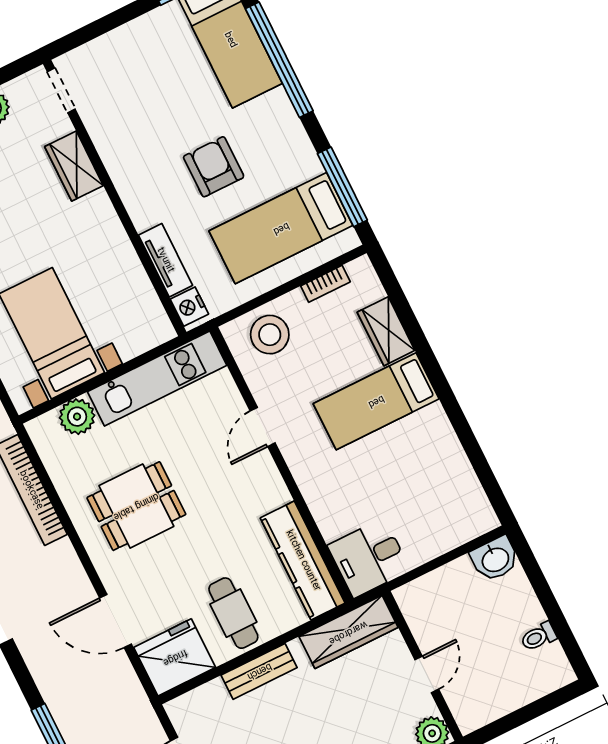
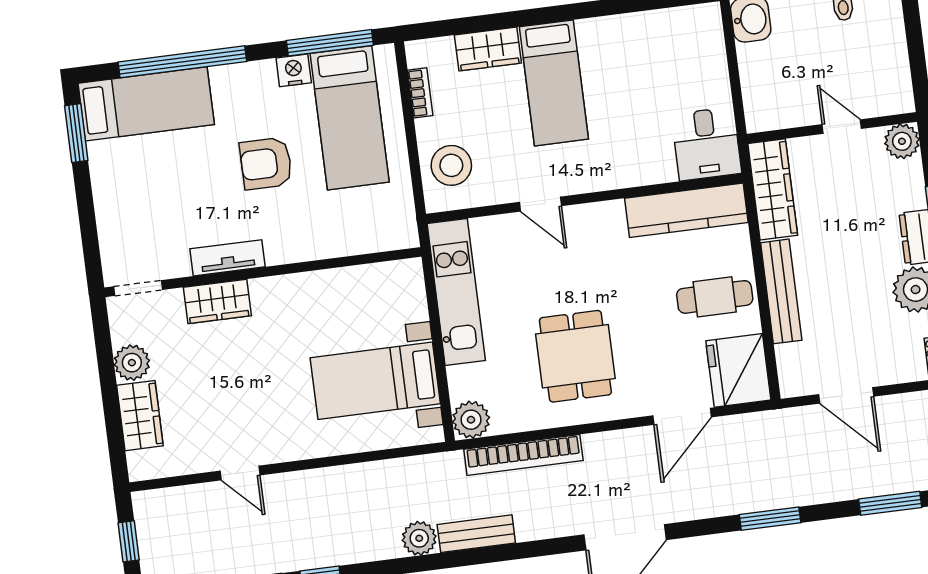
tv unit: (165, 260) -> (227, 258), moved
nightstand: (189, 307) -> (294, 70), moved, turned 180
plant: (77, 417) -> (471, 420), moved
bench: (259, 671) -> (781, 291), width x1.36

